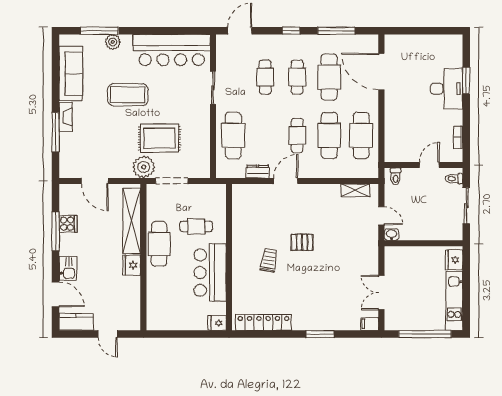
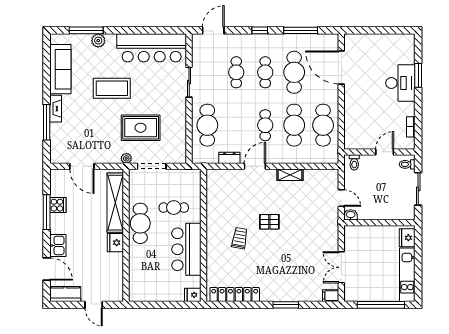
plant: (144, 167) -> (126, 158), width x0.53, depth x0.53
shelving: (355, 190) -> (290, 175), moved

